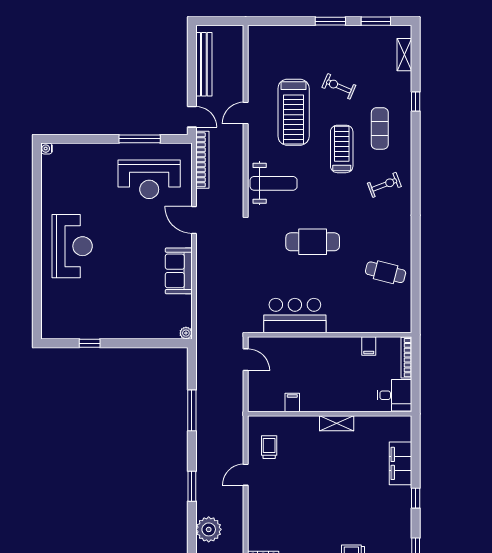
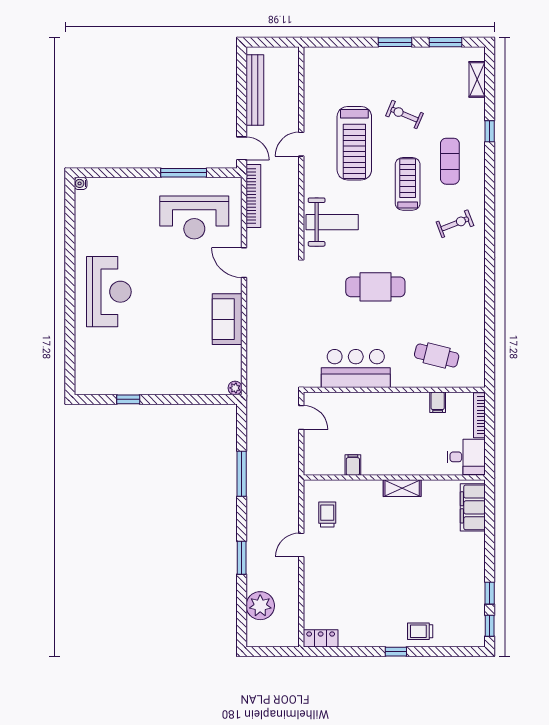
cafe table: (386, 272) -> (437, 355), moved
filing cabinet: (400, 463) -> (473, 507), moved
window: (416, 498) -> (490, 593), moved

